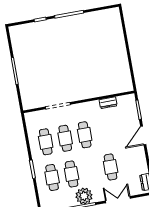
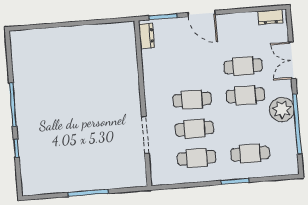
dresser: (108, 103) -> (146, 36), moved
cafe table: (72, 174) -> (245, 95), moved

